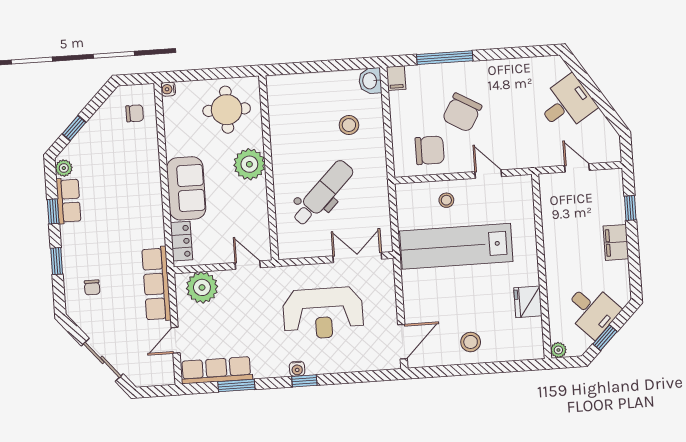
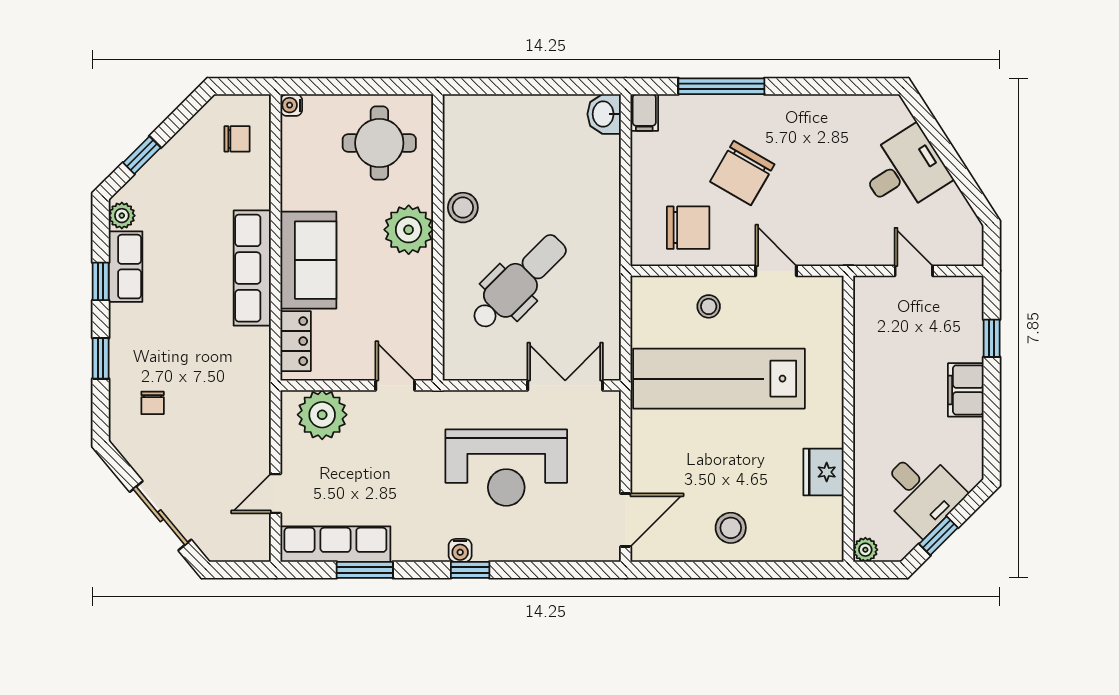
stool: (349, 125) -> (463, 208), moved
row of seats: (156, 284) -> (252, 268), moved

